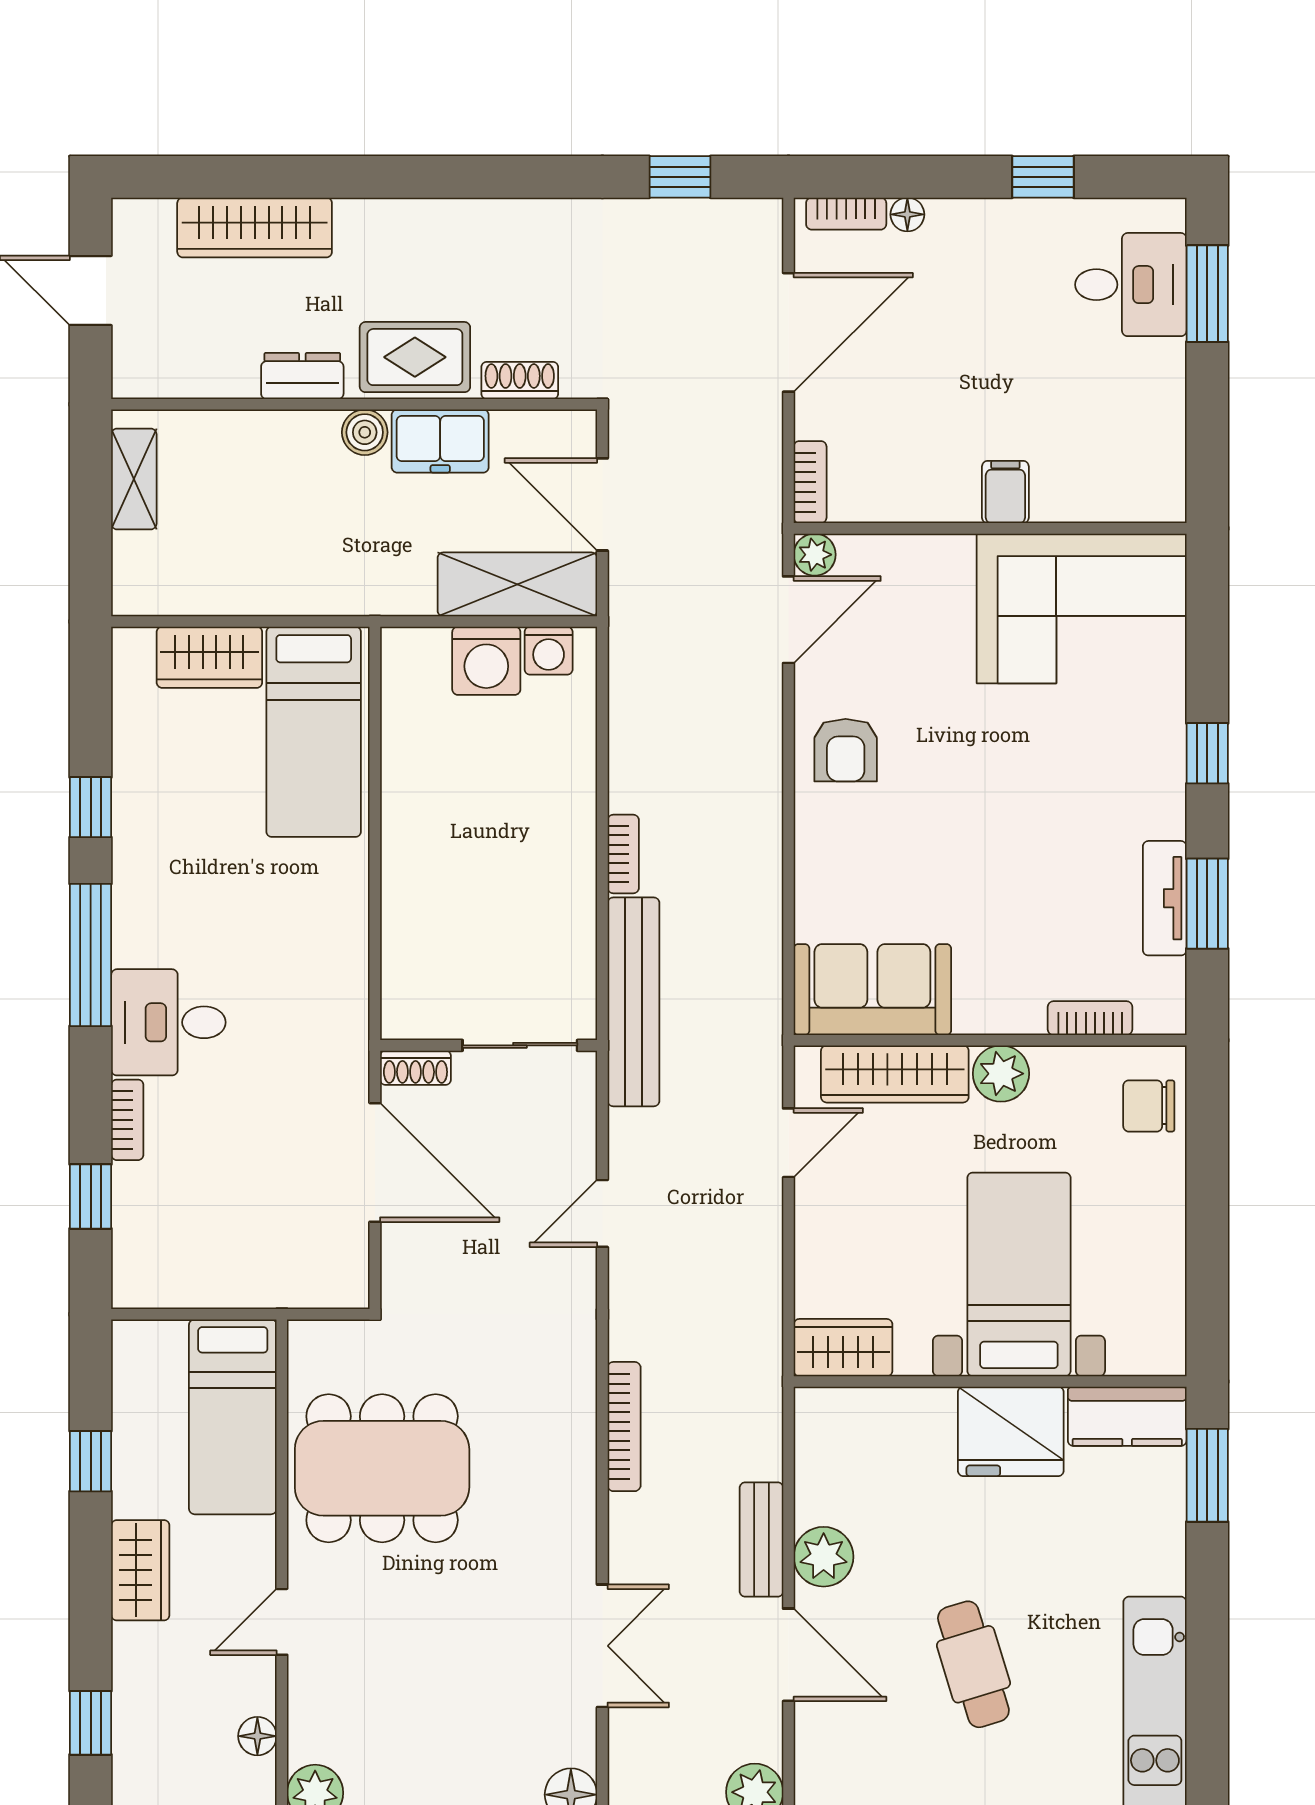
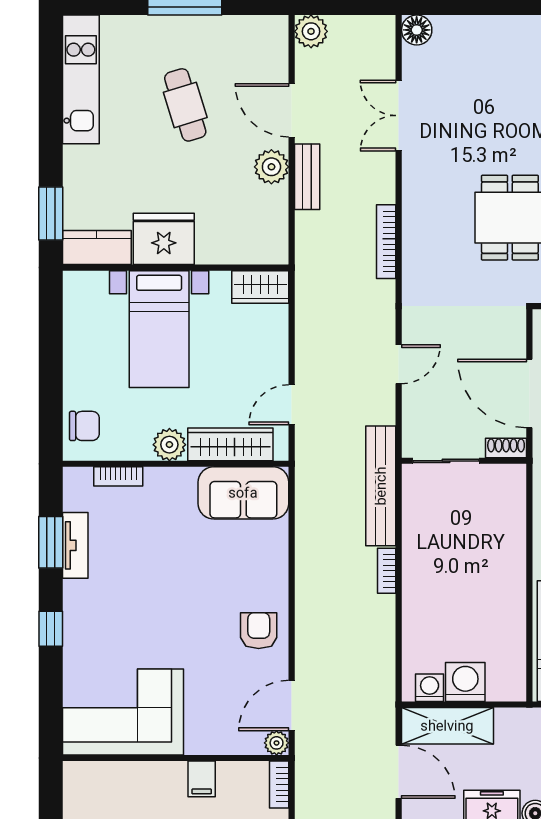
filing cabinet: (1005, 492) -> (202, 779), moved

